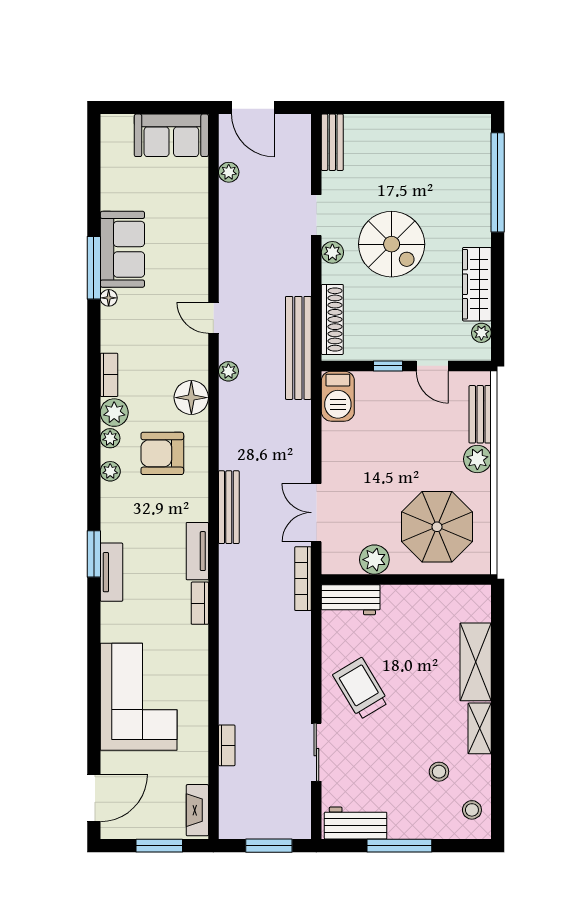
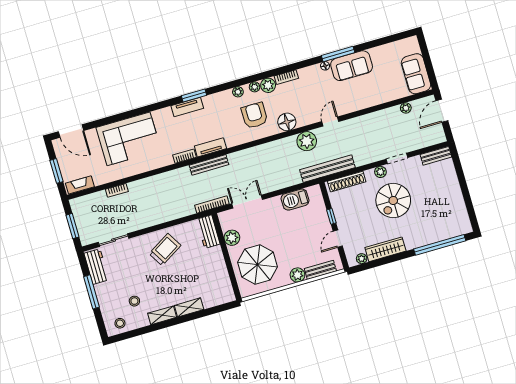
plant: (228, 371) -> (307, 141), width x1.88, depth x1.88
barbecue: (338, 396) -> (295, 200), moved
bench: (229, 507) -> (209, 165), moved
shelving: (476, 662) -> (189, 307), width x0.67, depth x0.75
sliding door: (316, 752) -> (114, 240), moved

